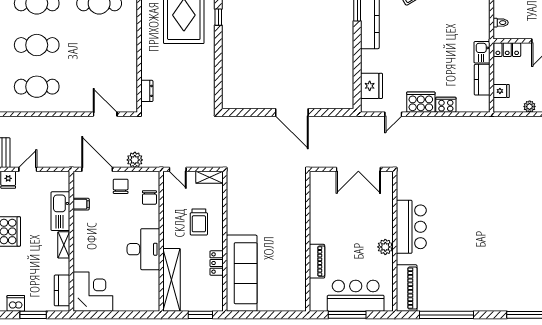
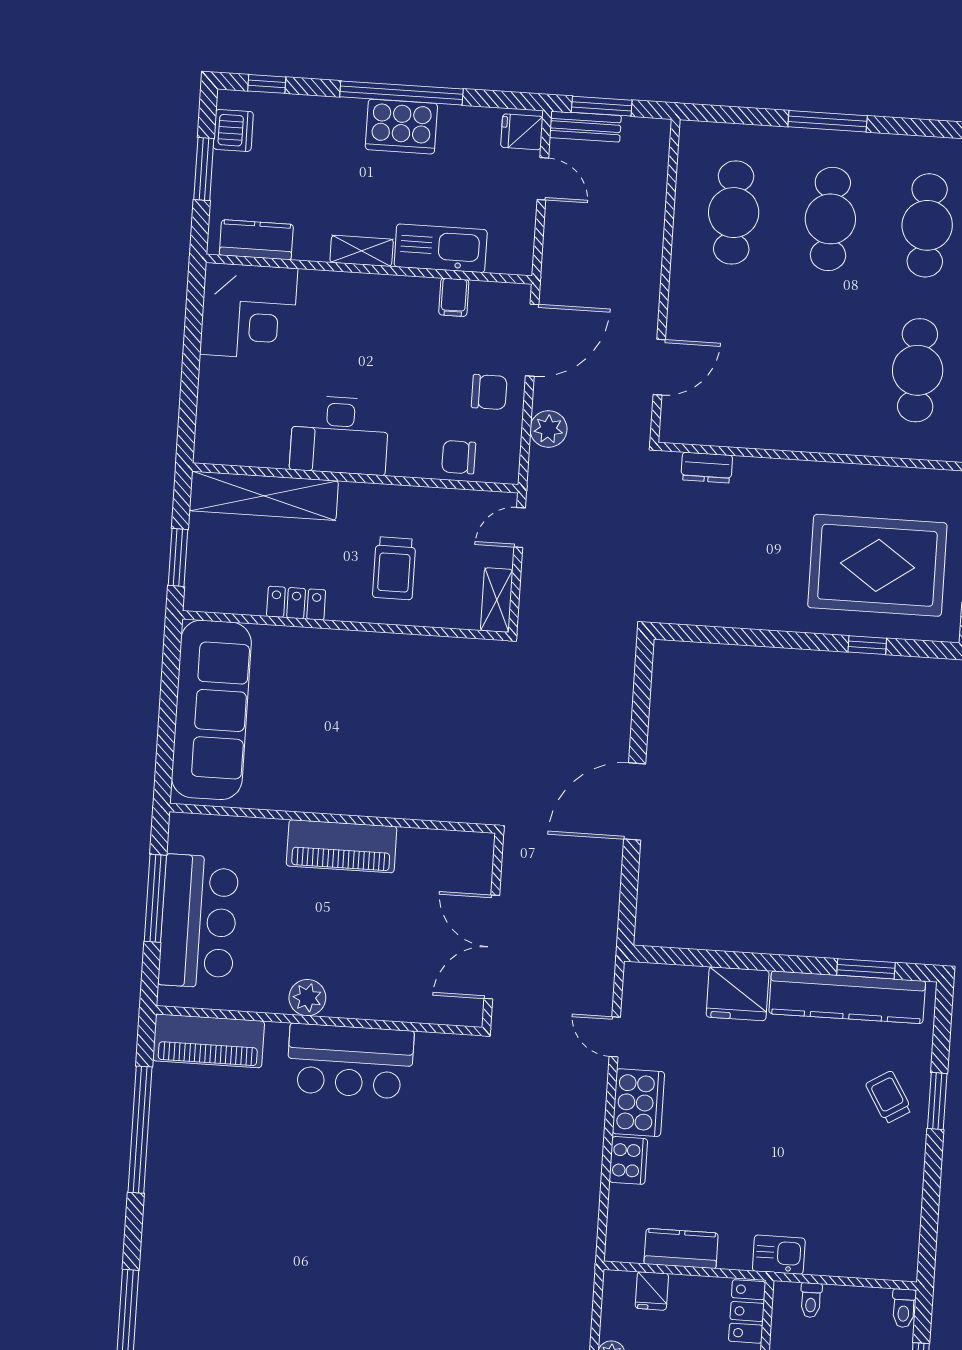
kitchen sink: (482, 52) -> (779, 1255), moved
fridge: (371, 86) -> (738, 994), moved
trolley: (199, 222) -> (394, 568), turned -90
piano: (317, 261) -> (342, 846), moved, width x1.37, depth x1.33
sofa: (242, 273) -> (211, 710), moved, turned -90

